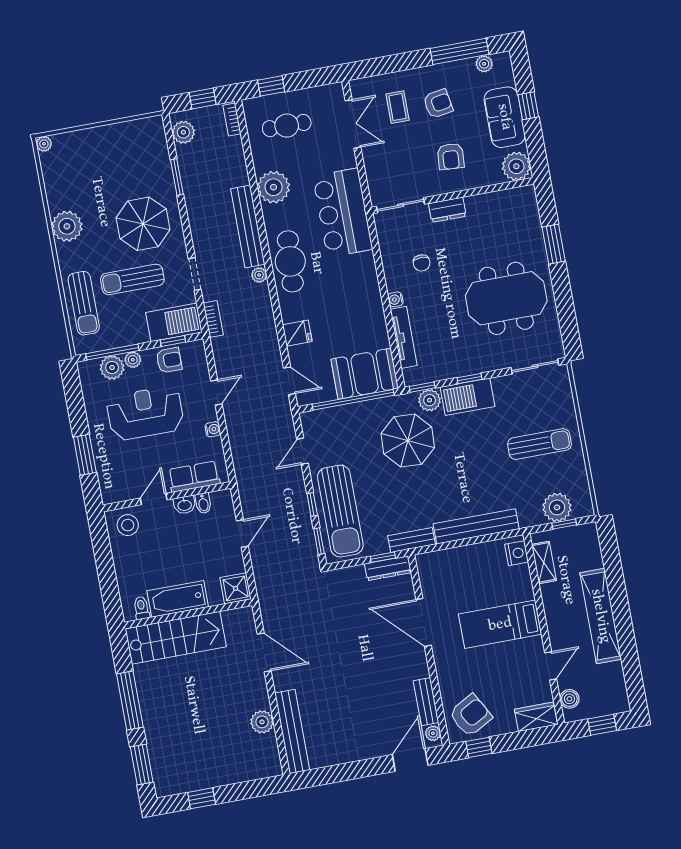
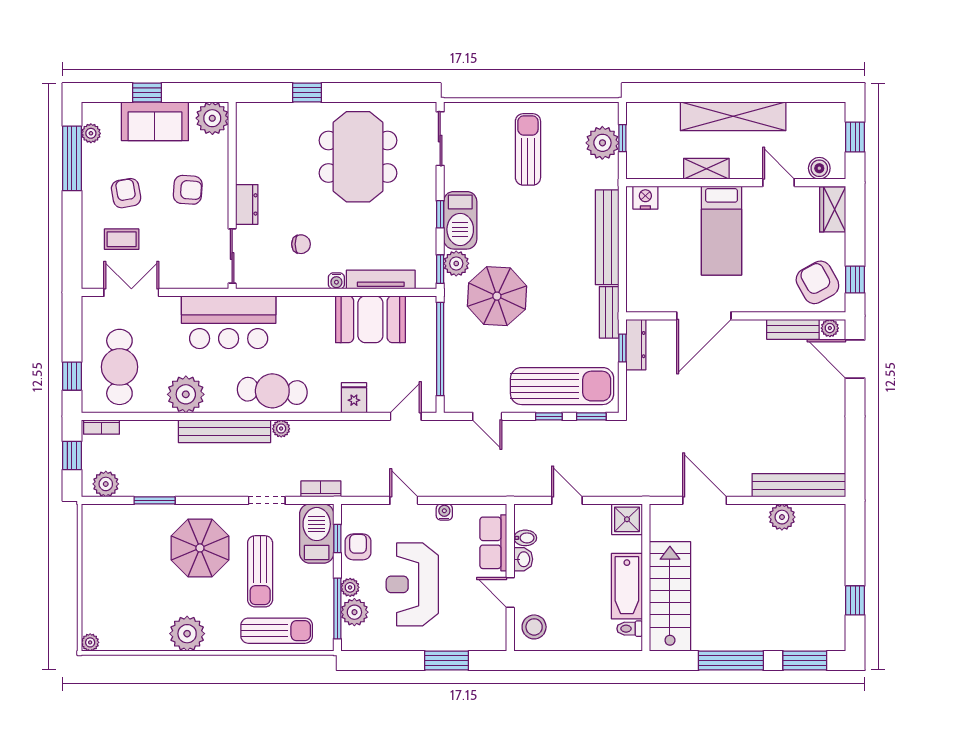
cafe table: (287, 126) -> (119, 367), width x1.37, depth x1.35
window: (554, 244) -> (307, 93), width x0.67
booth: (365, 374) -> (370, 319), moved, turned 90
shelving: (544, 562) -> (706, 169), moved
door: (264, 652) -> (705, 500), hinge flipped

